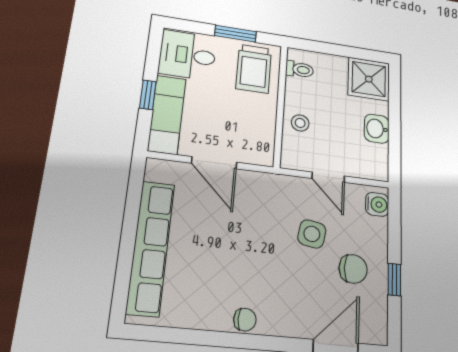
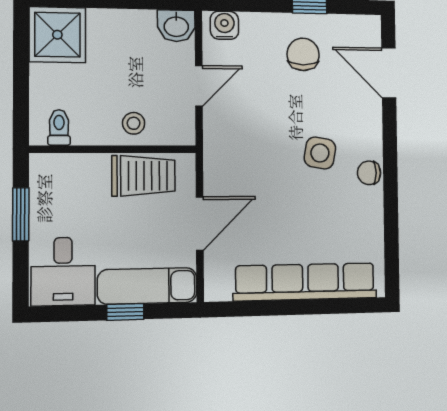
trolley: (254, 69) -> (144, 176), moved
washbasin: (377, 129) -> (176, 26), moved
side table: (312, 234) -> (320, 153), moved
chair: (245, 320) -> (369, 173), turned -90

